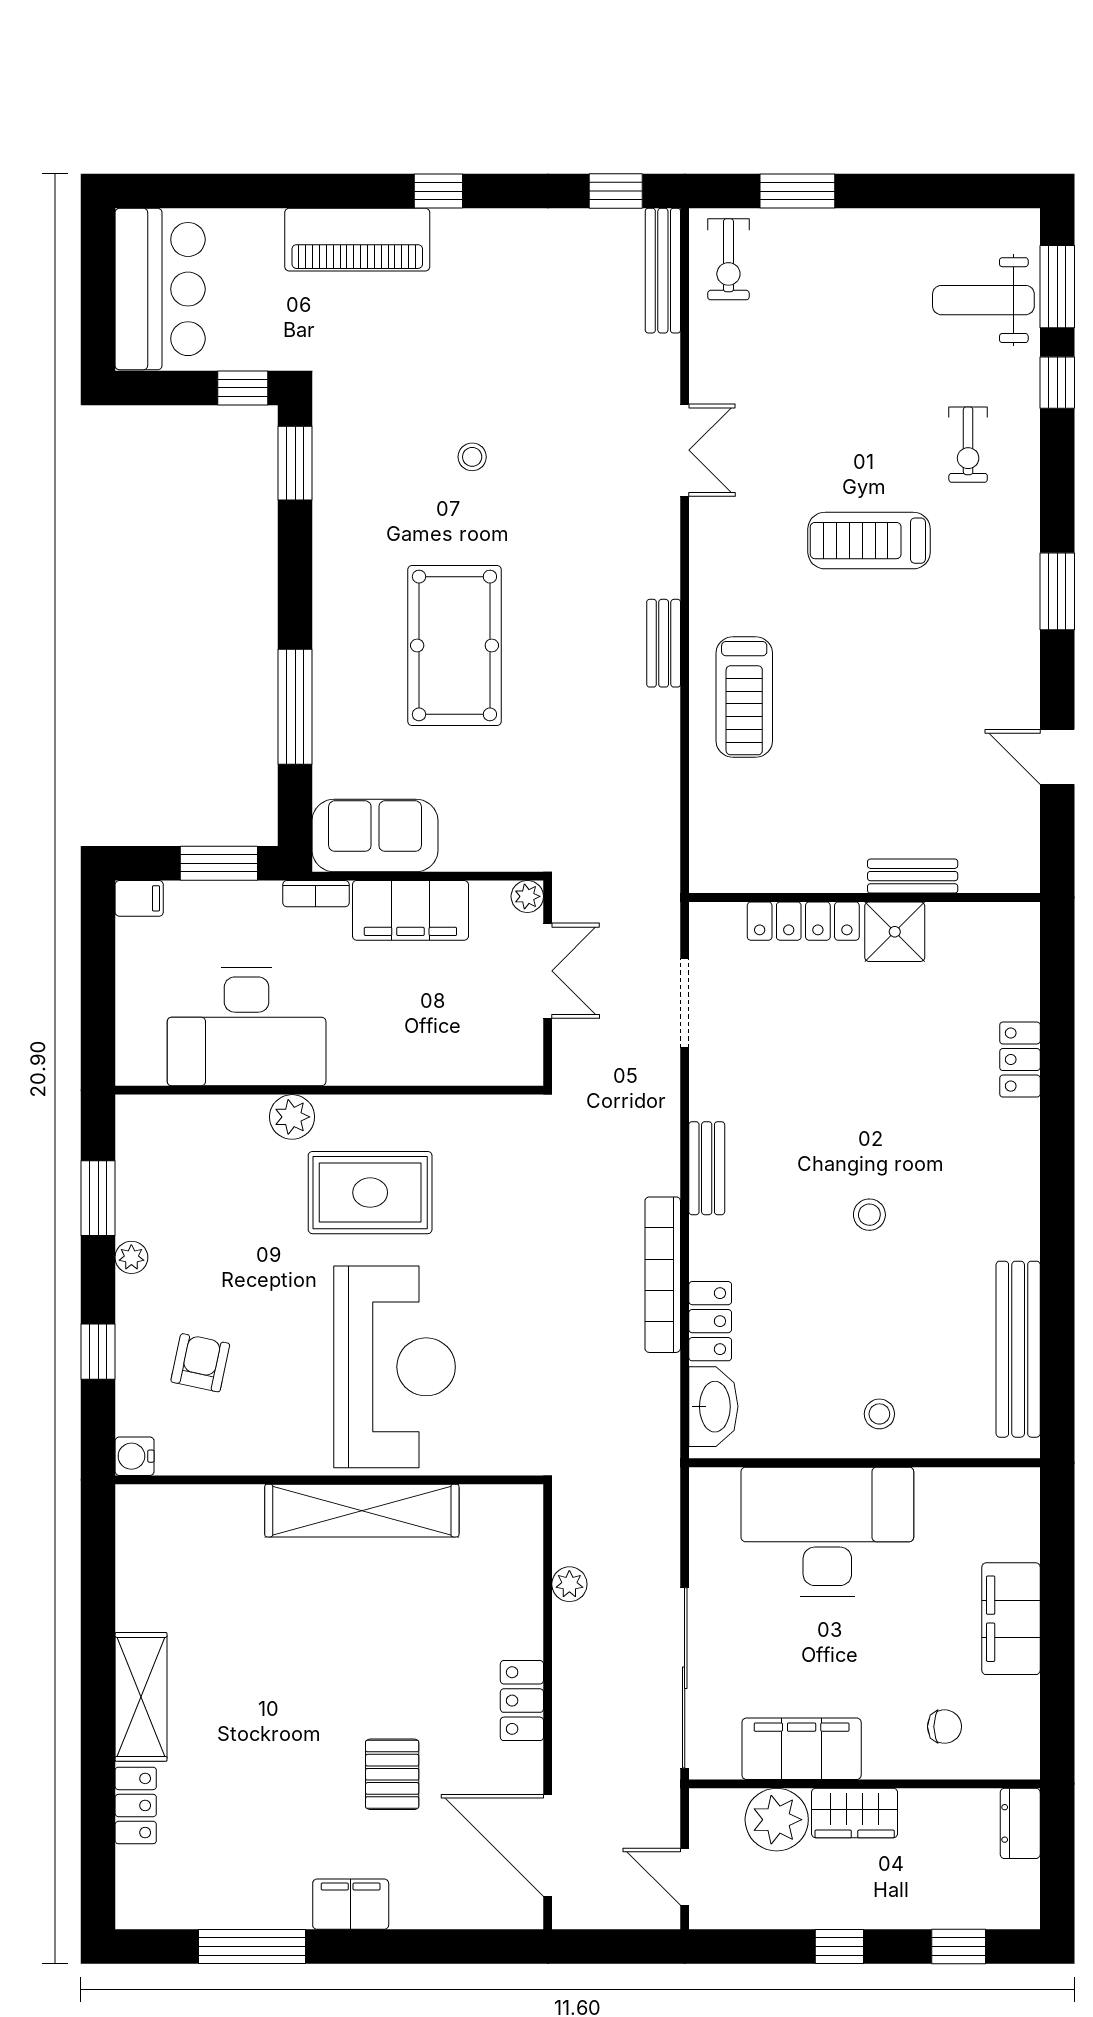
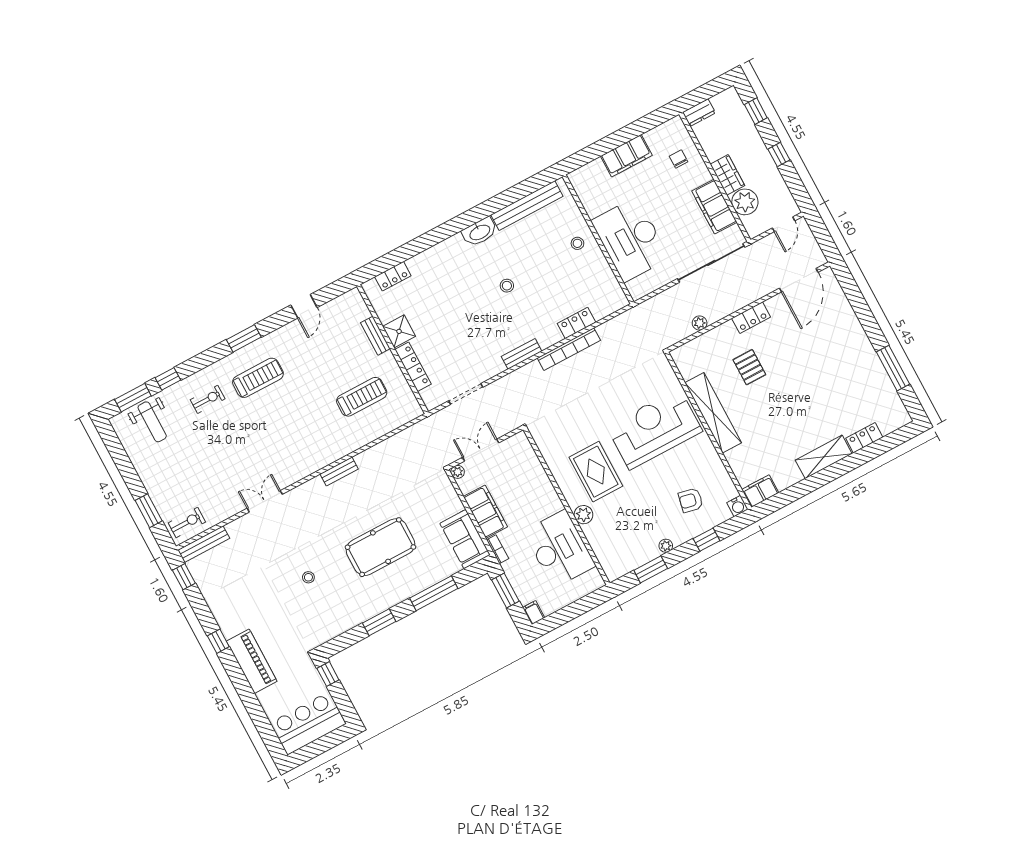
window: (295, 463) -> (379, 622), moved
treadmill: (869, 541) -> (258, 378), moved, turned -90
treadmill: (744, 697) -> (362, 397), moved
locker: (1020, 1060) -> (393, 276), moved
washbasin: (713, 1407) -> (480, 232), moved, turned 180
pallet: (392, 1774) -> (749, 367), moved, turned 90
filing cabinet: (351, 1904) -> (760, 491), moved, turned 90

